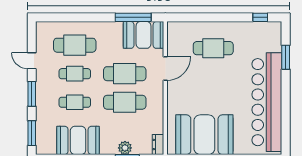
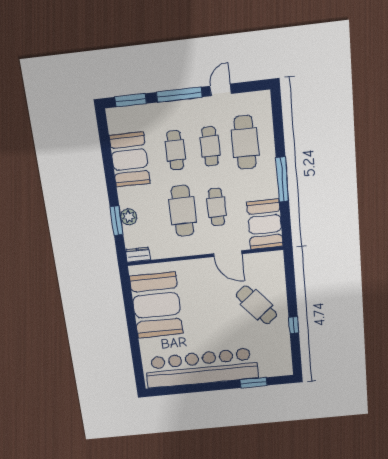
window: (133, 17) -> (282, 179), moved
window: (260, 17) -> (294, 325), moved
cafe table: (213, 48) -> (257, 305), turned -40
cafe table: (125, 74) -> (217, 207), width x0.73, depth x0.74
window: (32, 94) -> (179, 95), width x1.44

